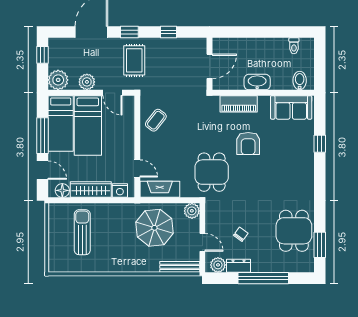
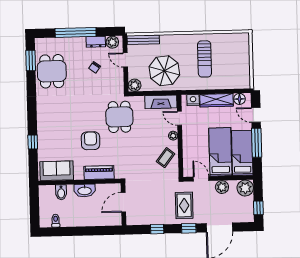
bidet: (300, 81) -> (61, 192), moved
plant: (146, 147) -> (173, 136), added
sun lounger: (82, 232) -> (205, 59), moved

